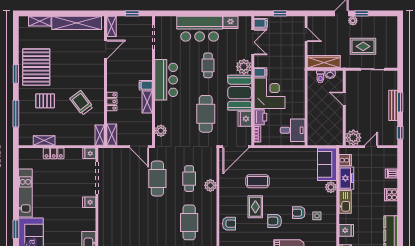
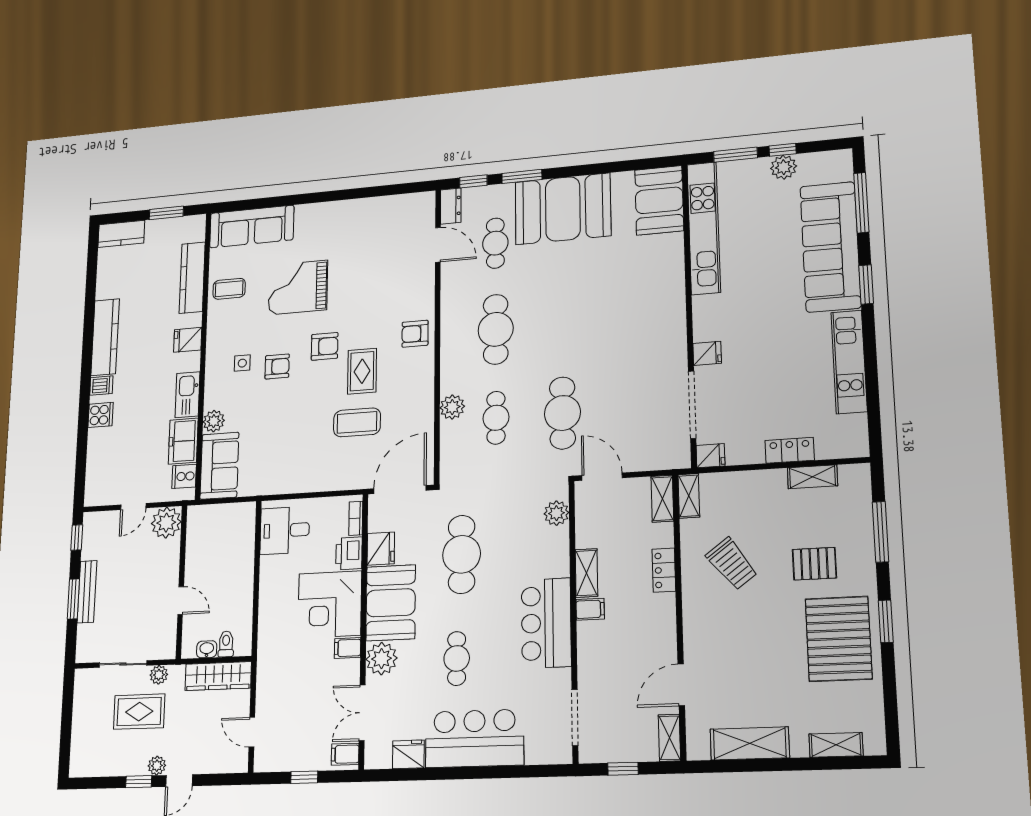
shelving: (77, 23) -> (750, 743), width x0.68
plant: (354, 63) -> (159, 675), added
dishwasher: (391, 174) -> (101, 386), moved

